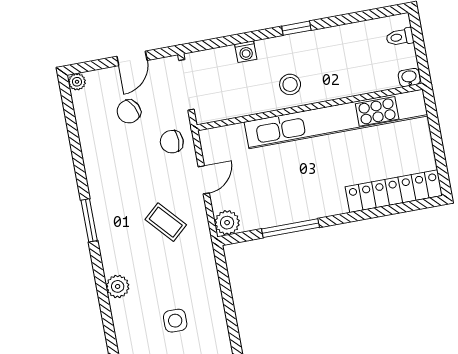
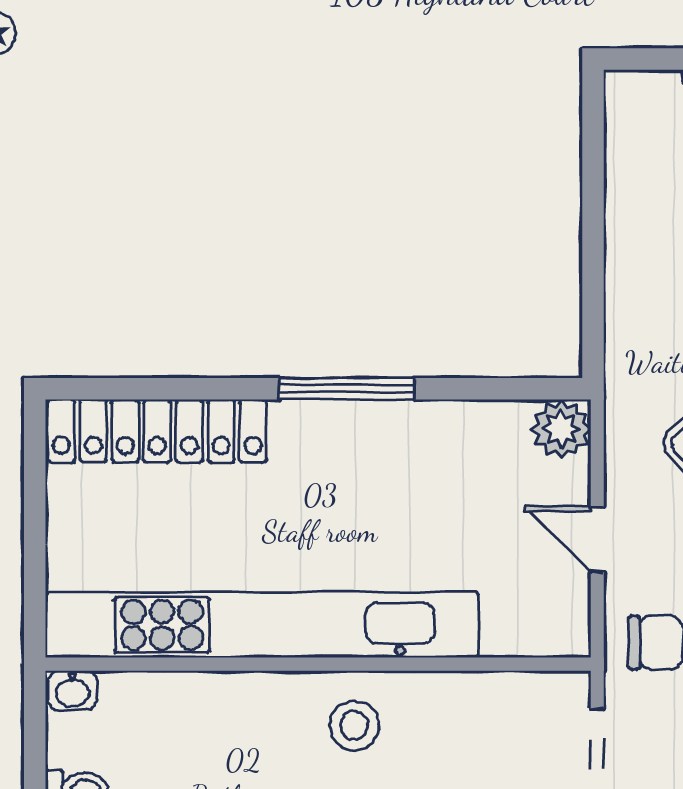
door: (204, 180) -> (597, 539), hinge flipped
window: (291, 228) -> (347, 389), moved

